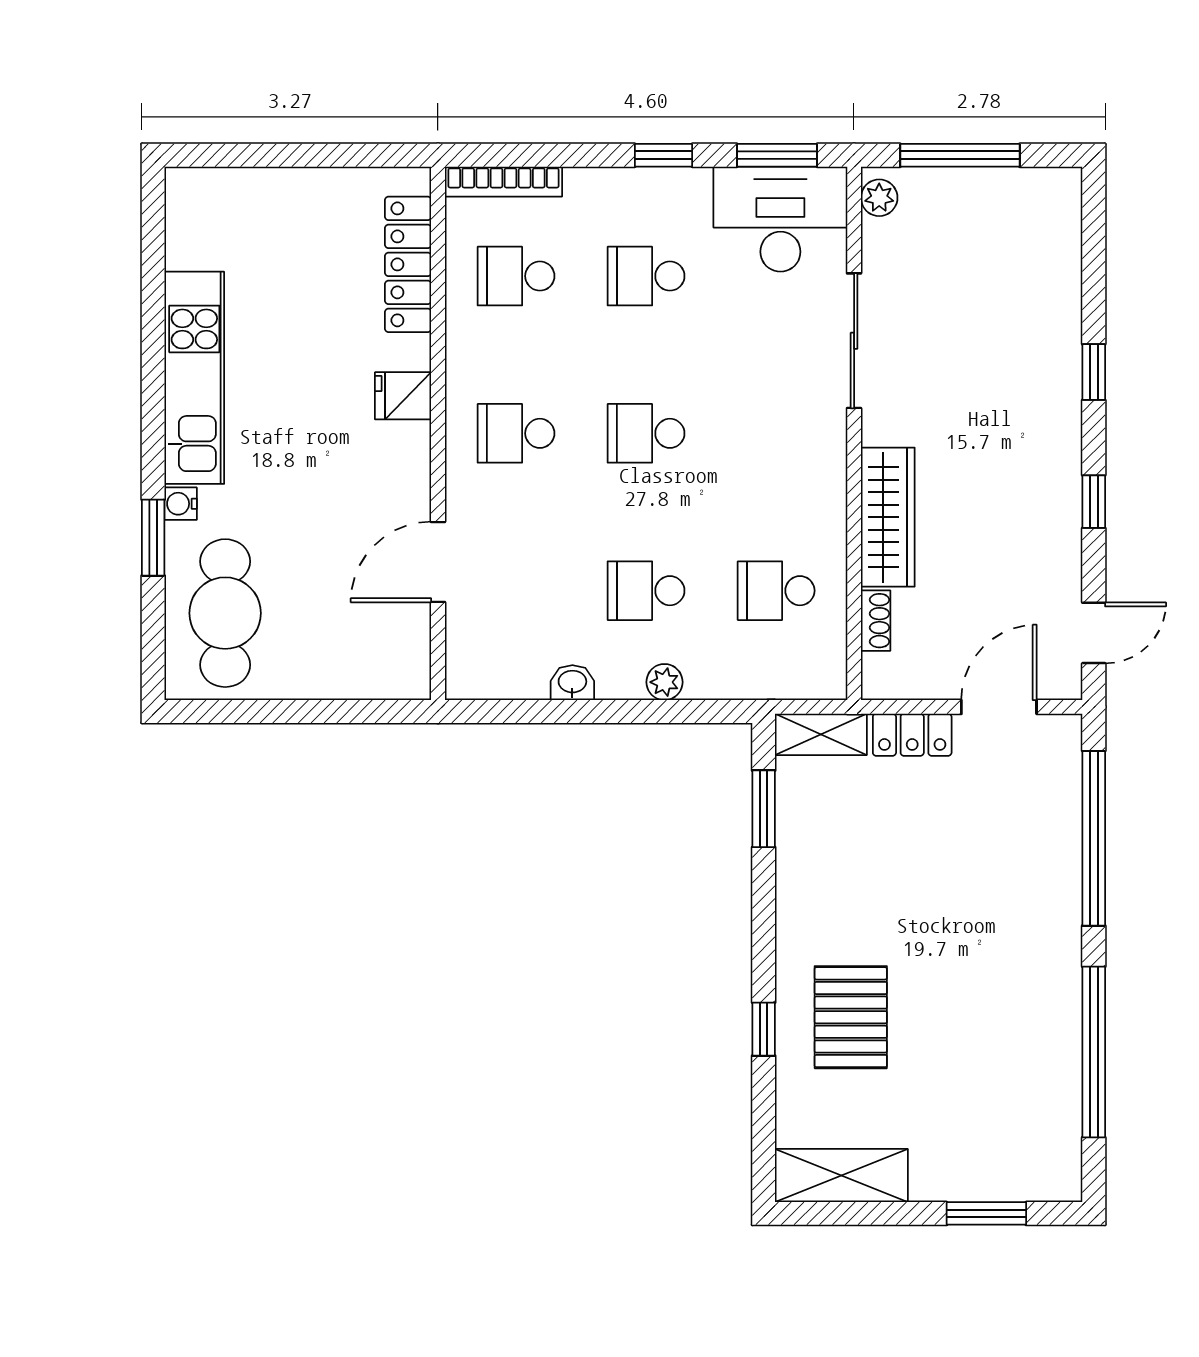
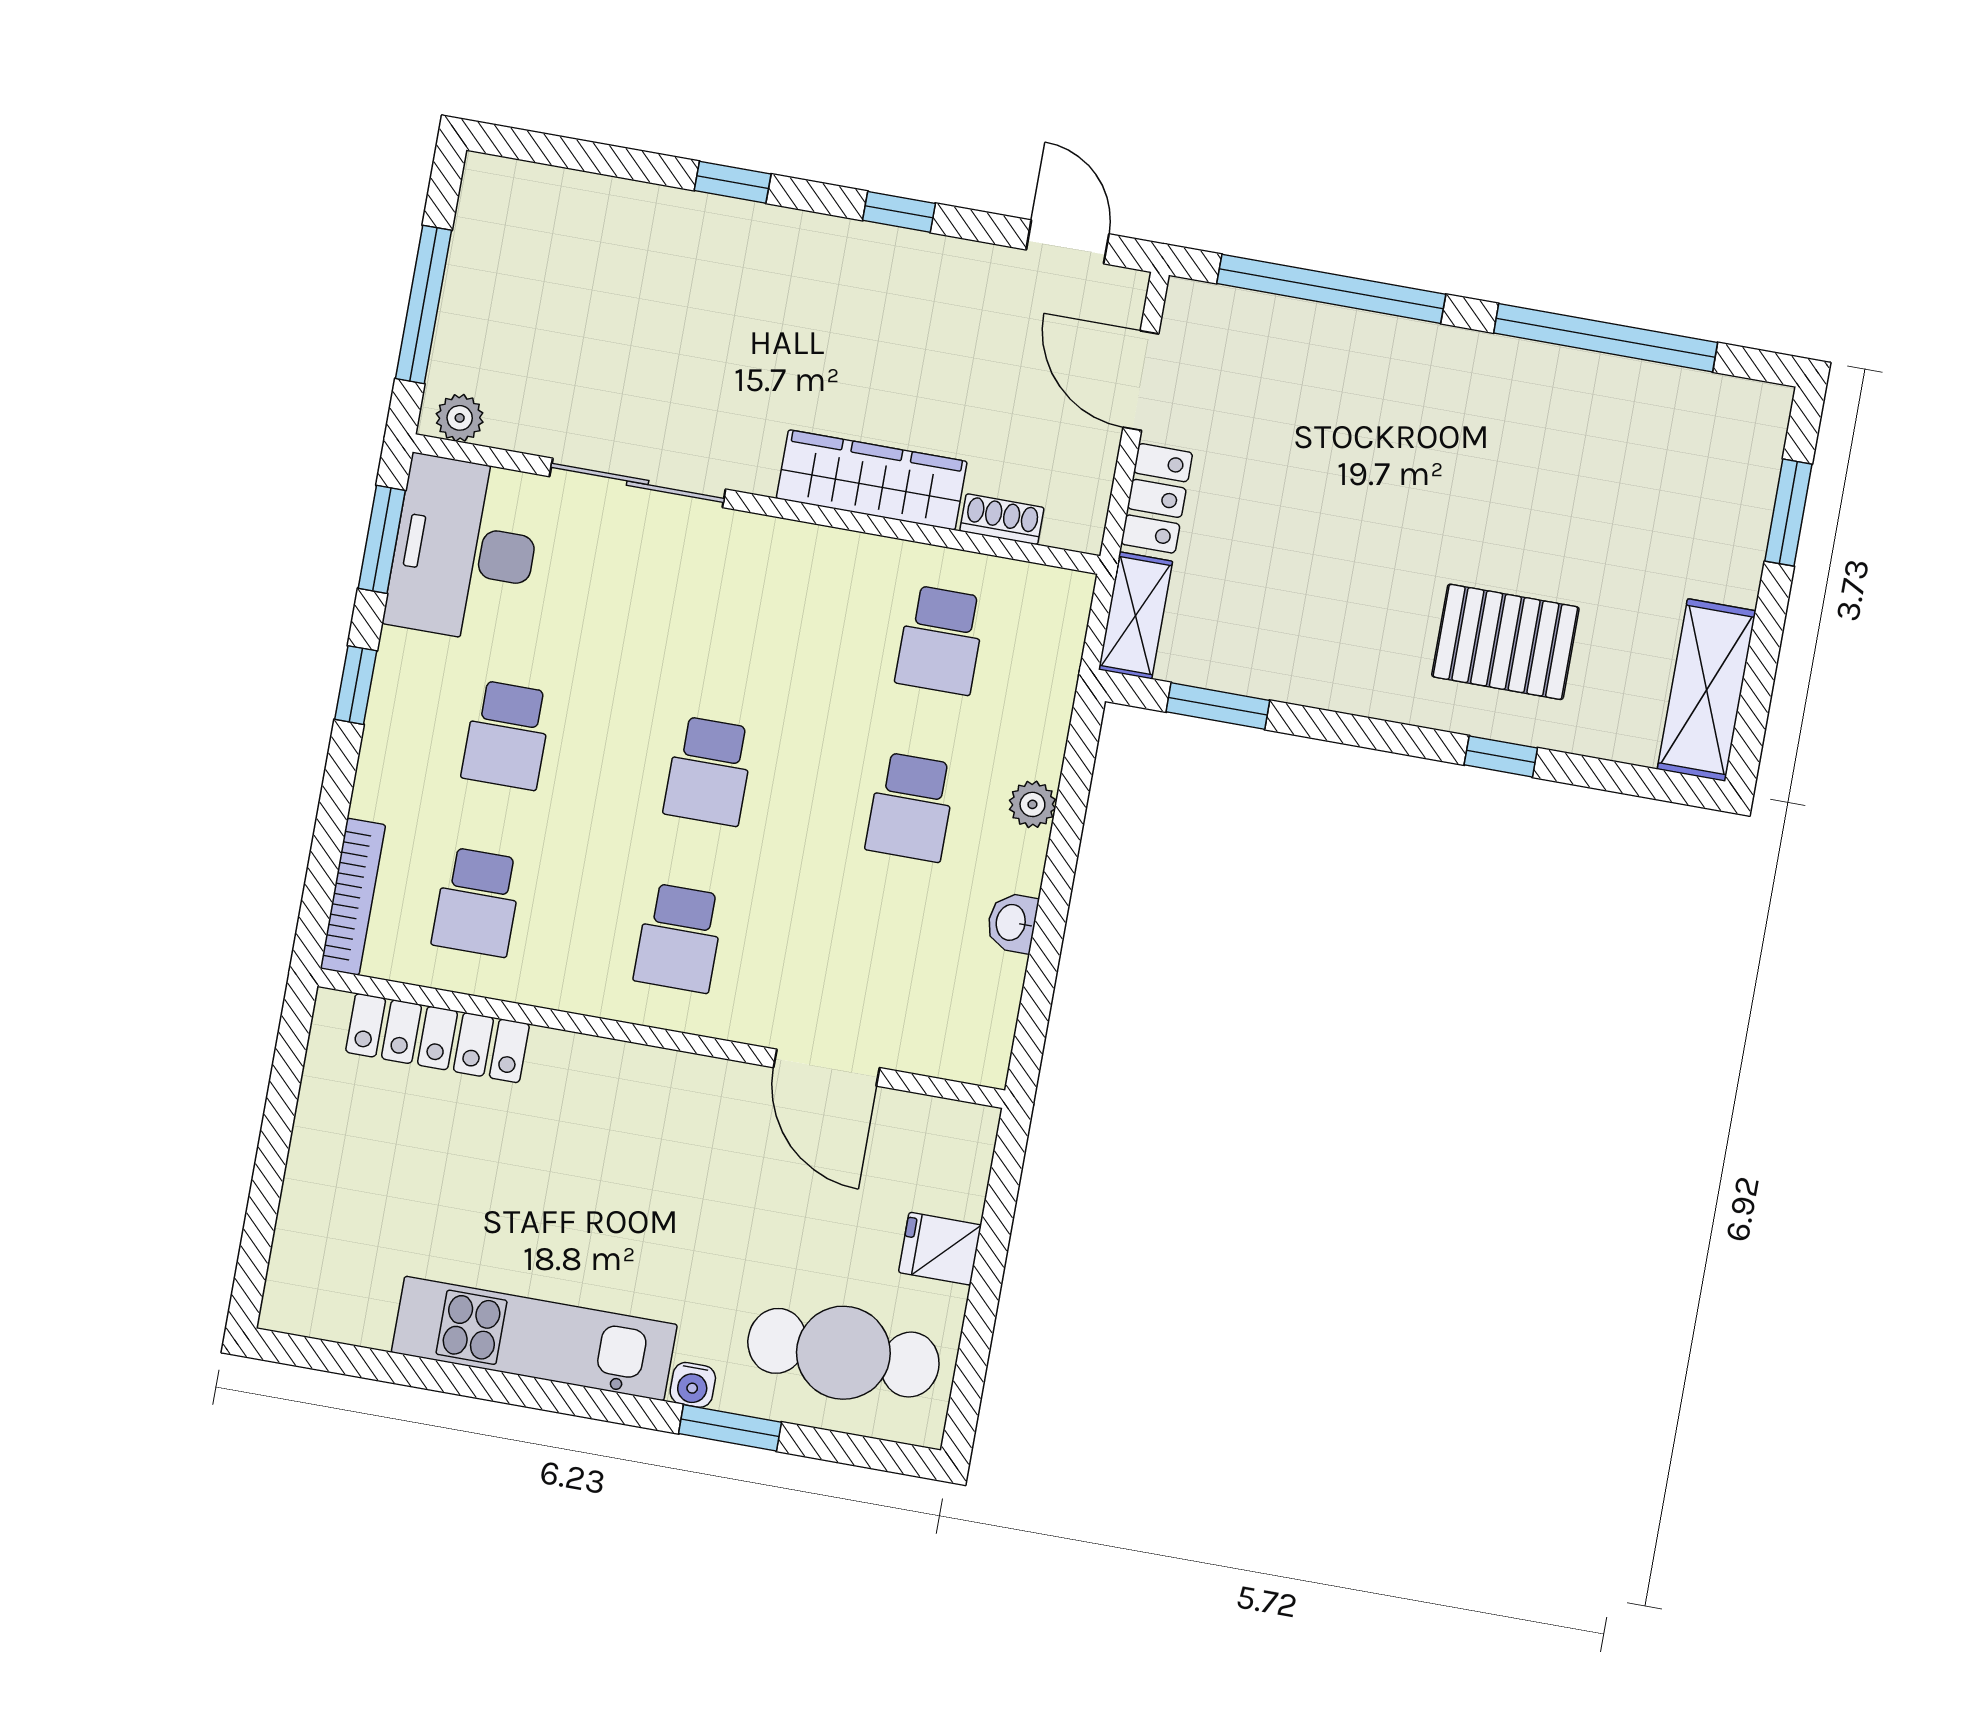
fridge: (403, 396) -> (940, 1249), moved, turned 90

